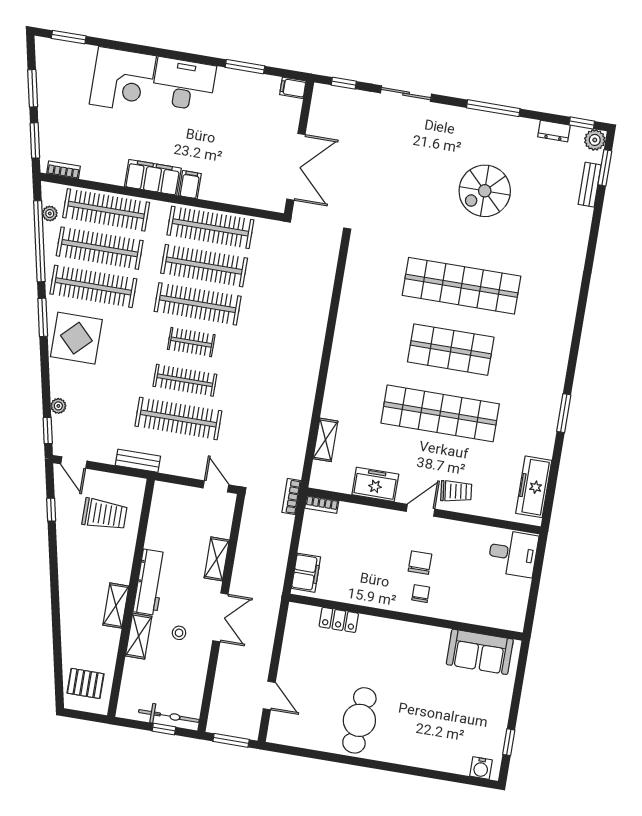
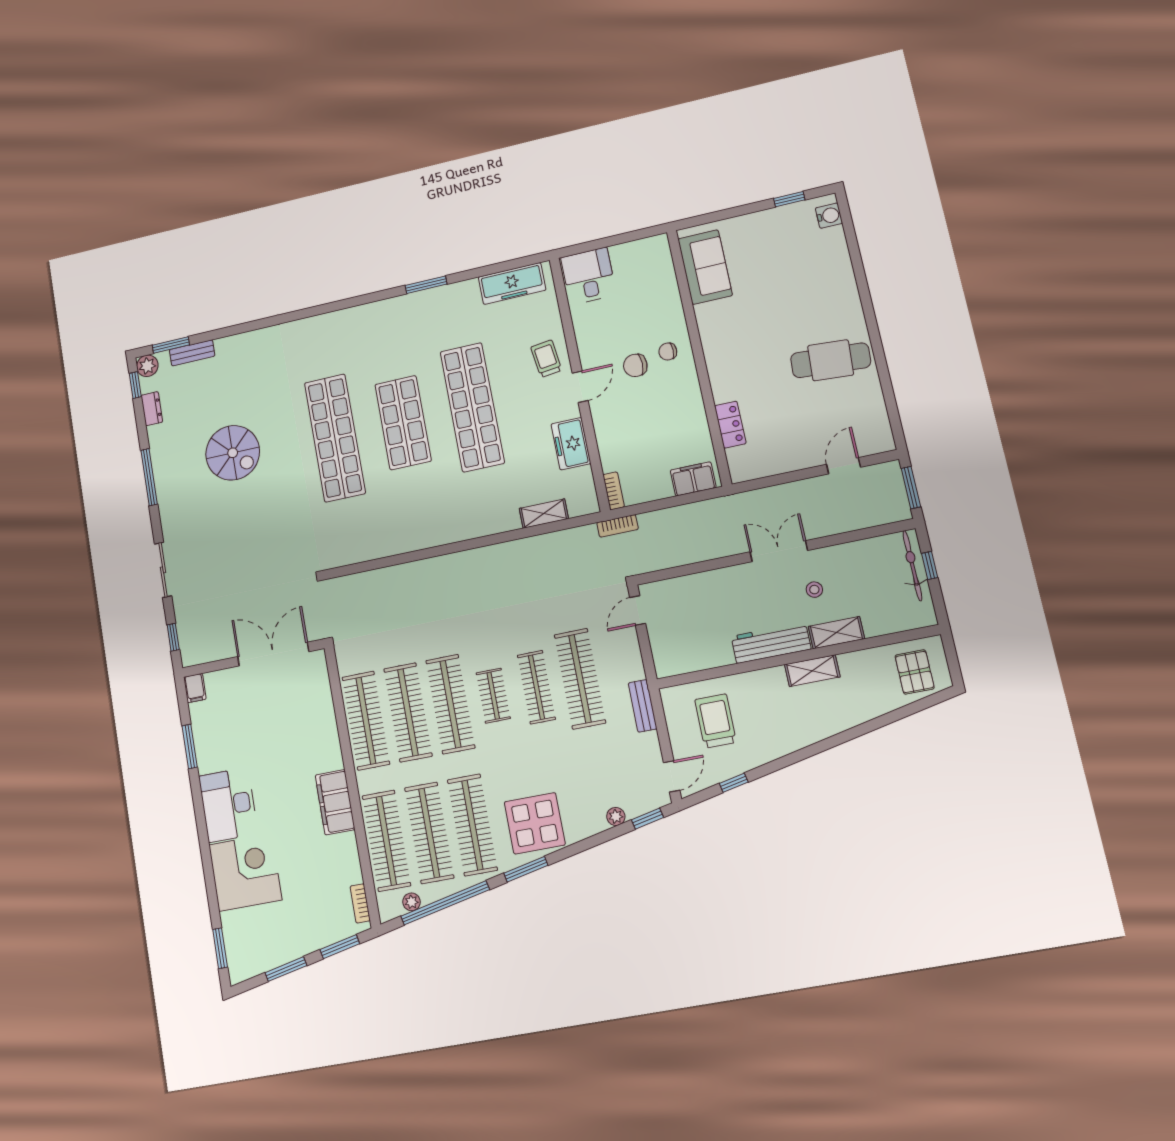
filing cabinet: (190, 185) -> (329, 759), removed
door: (421, 510) -> (580, 387), swing flipped
shelving: (217, 559) -> (716, 580), removed

